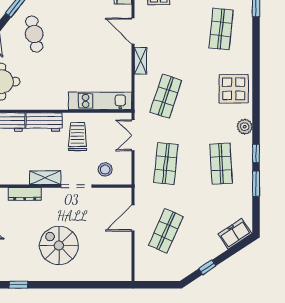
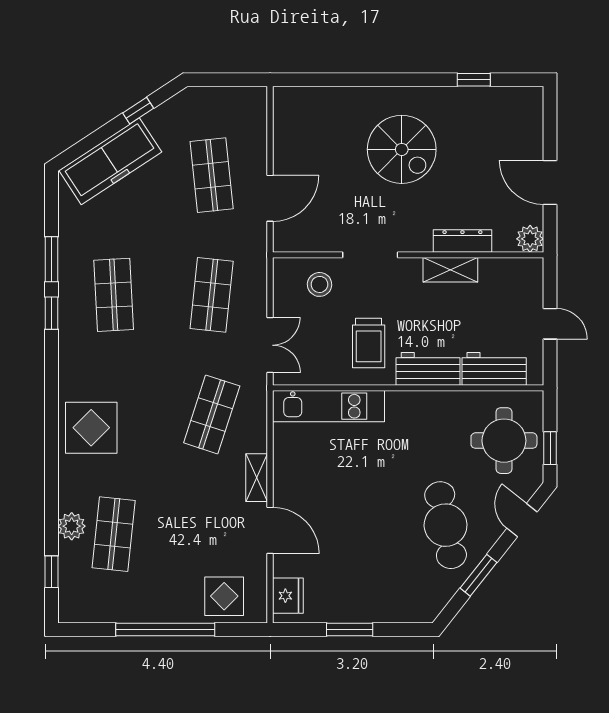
cafe table: (34, 34) -> (446, 525), width x1.37, depth x1.35
plant: (245, 127) -> (72, 526), moved
shelving: (45, 178) -> (450, 270), moved
shop shelf: (166, 231) -> (212, 175), turned -30
freezer: (235, 234) -> (110, 161), width x1.91, depth x1.26

